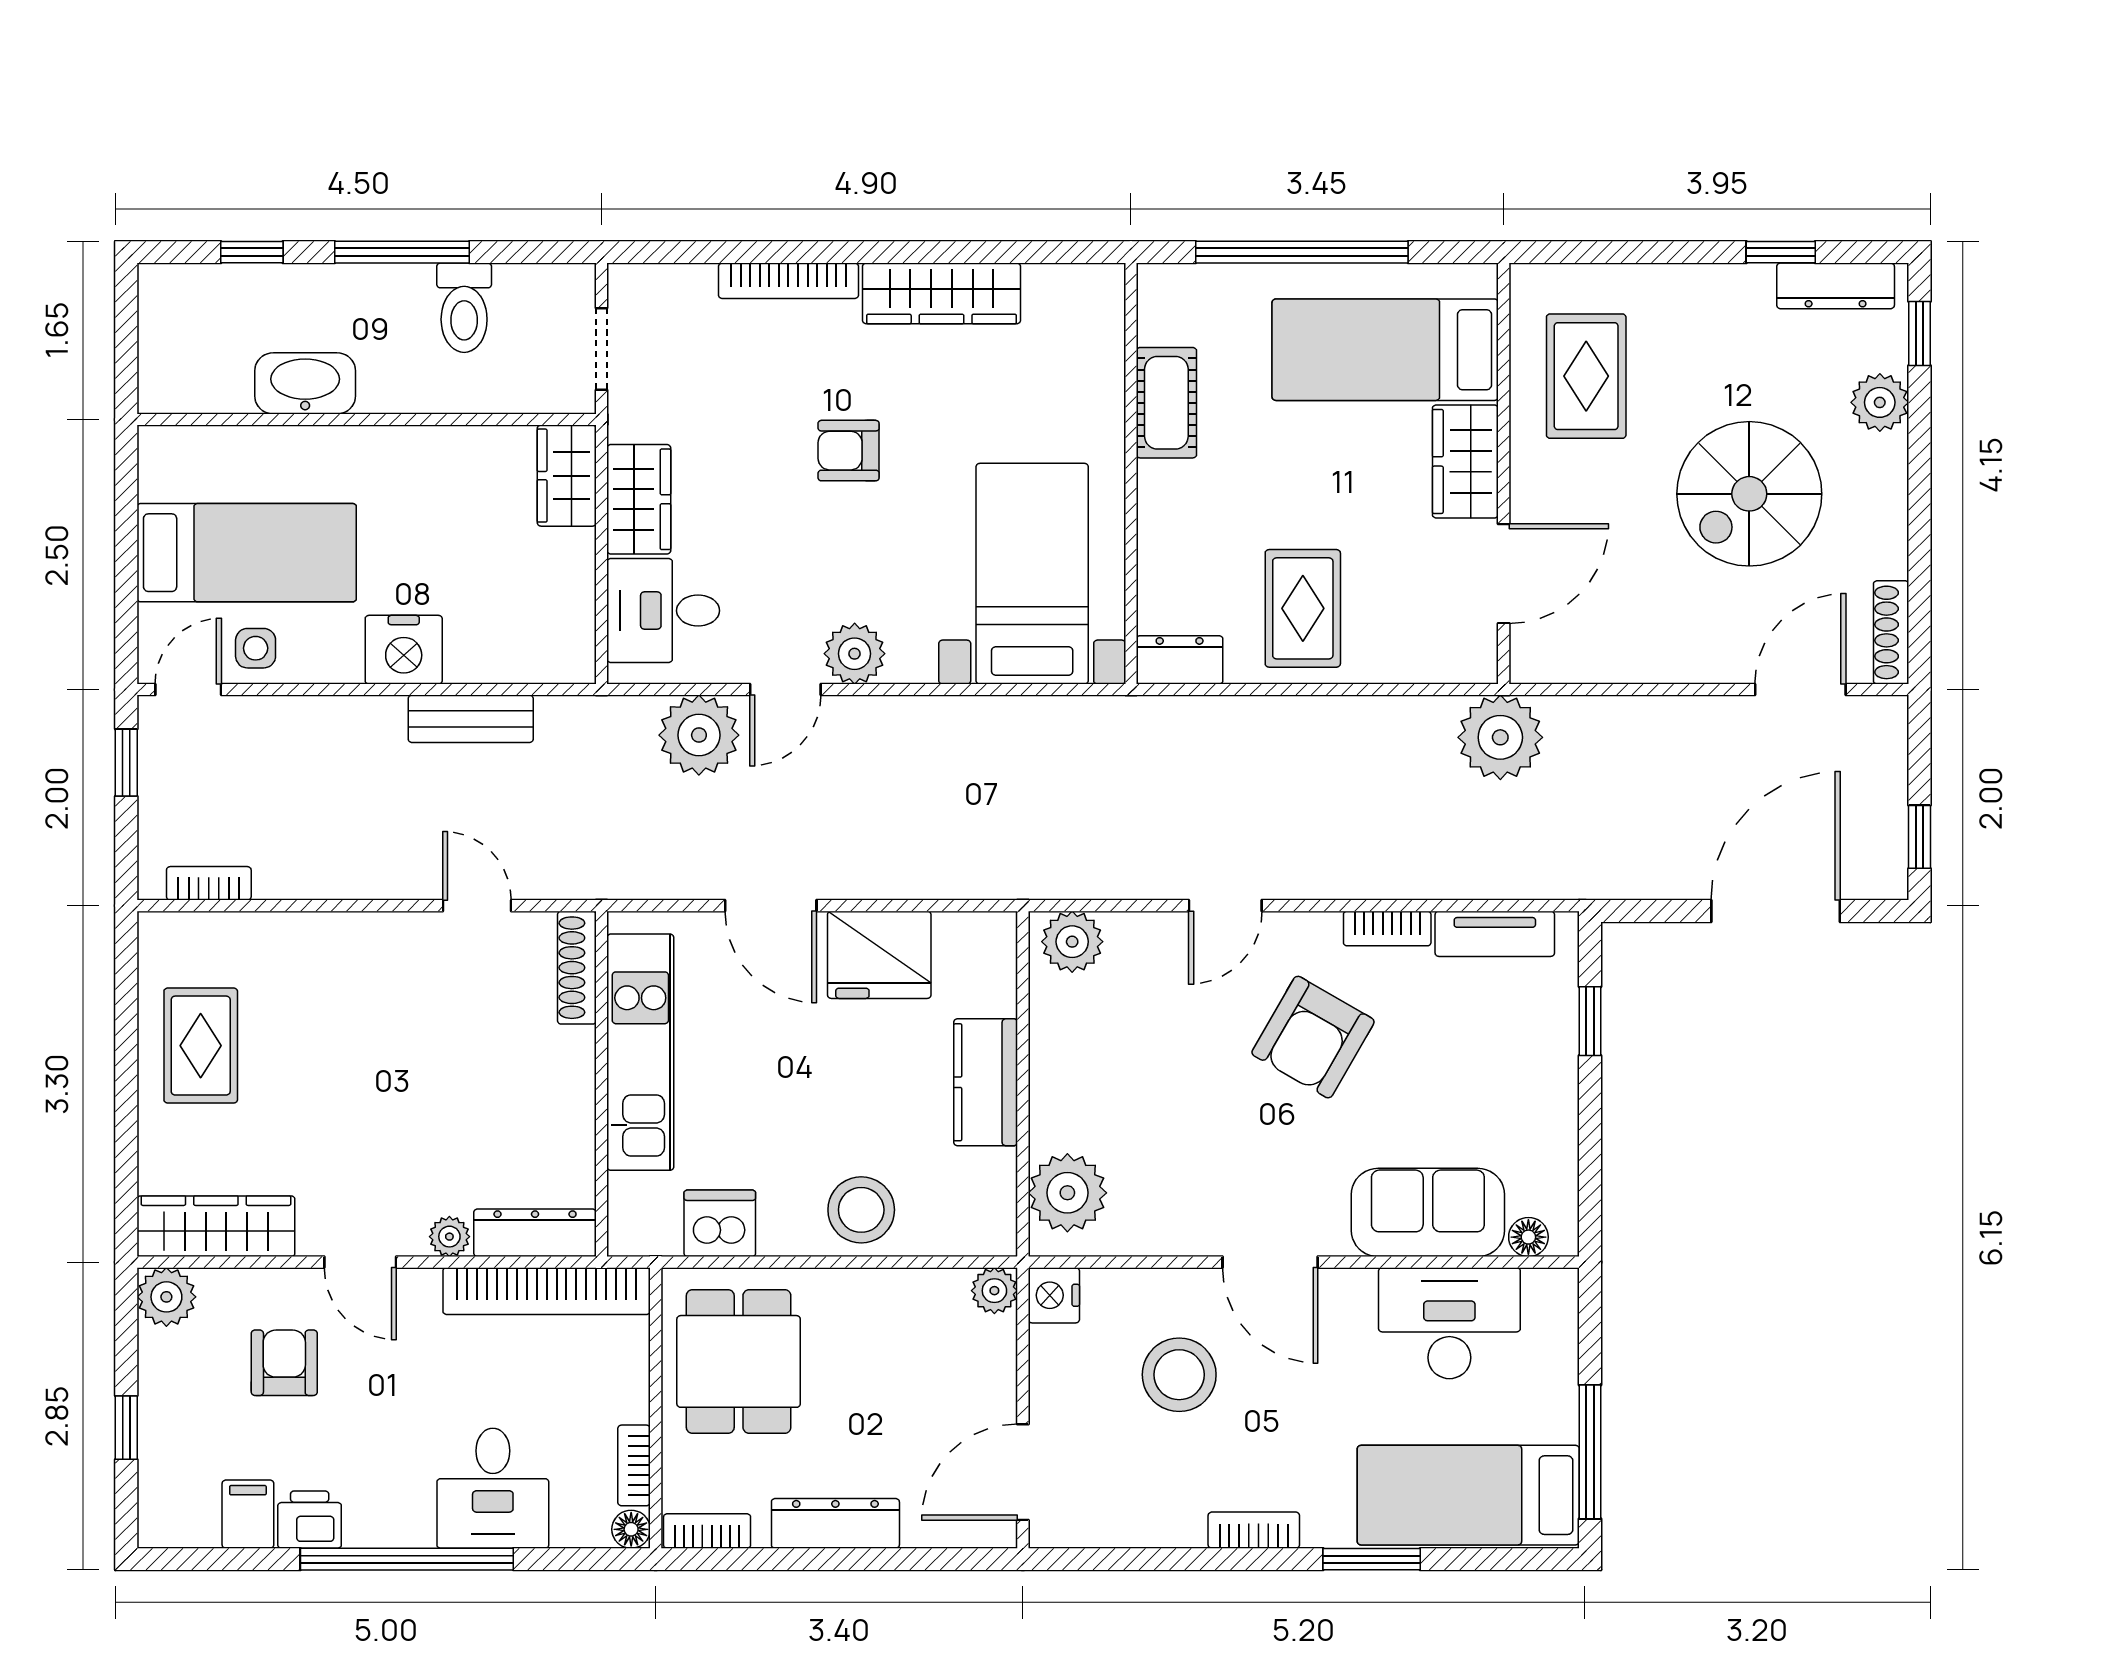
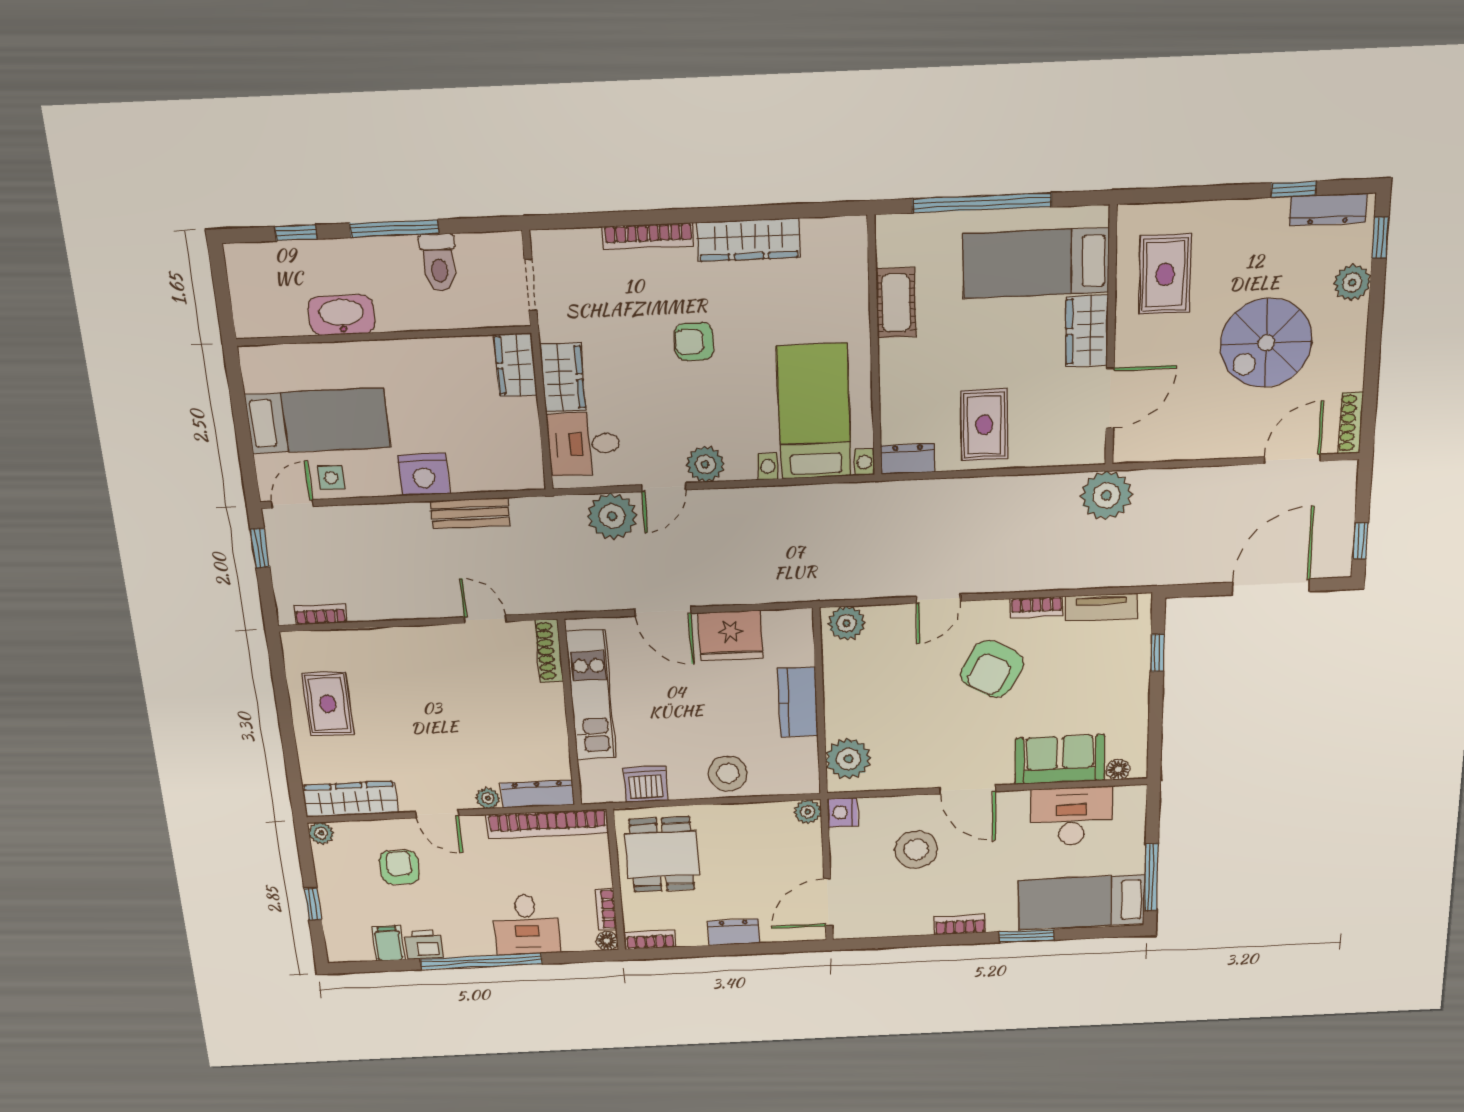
plant: (166, 1297) -> (321, 833), width x0.73, depth x0.73
dresser: (835, 1523) -> (734, 932), width x0.70

